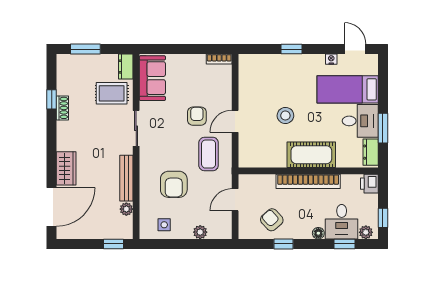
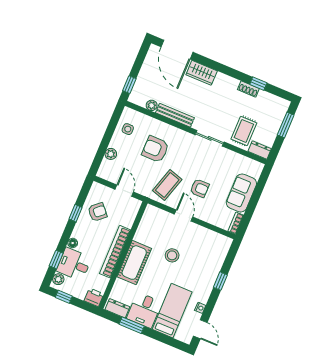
door: (355, 49) -> (200, 329), hinge flipped
sofa: (152, 78) -> (241, 193), moved, turned 90
coffee table: (209, 154) -> (167, 185), turned -73

